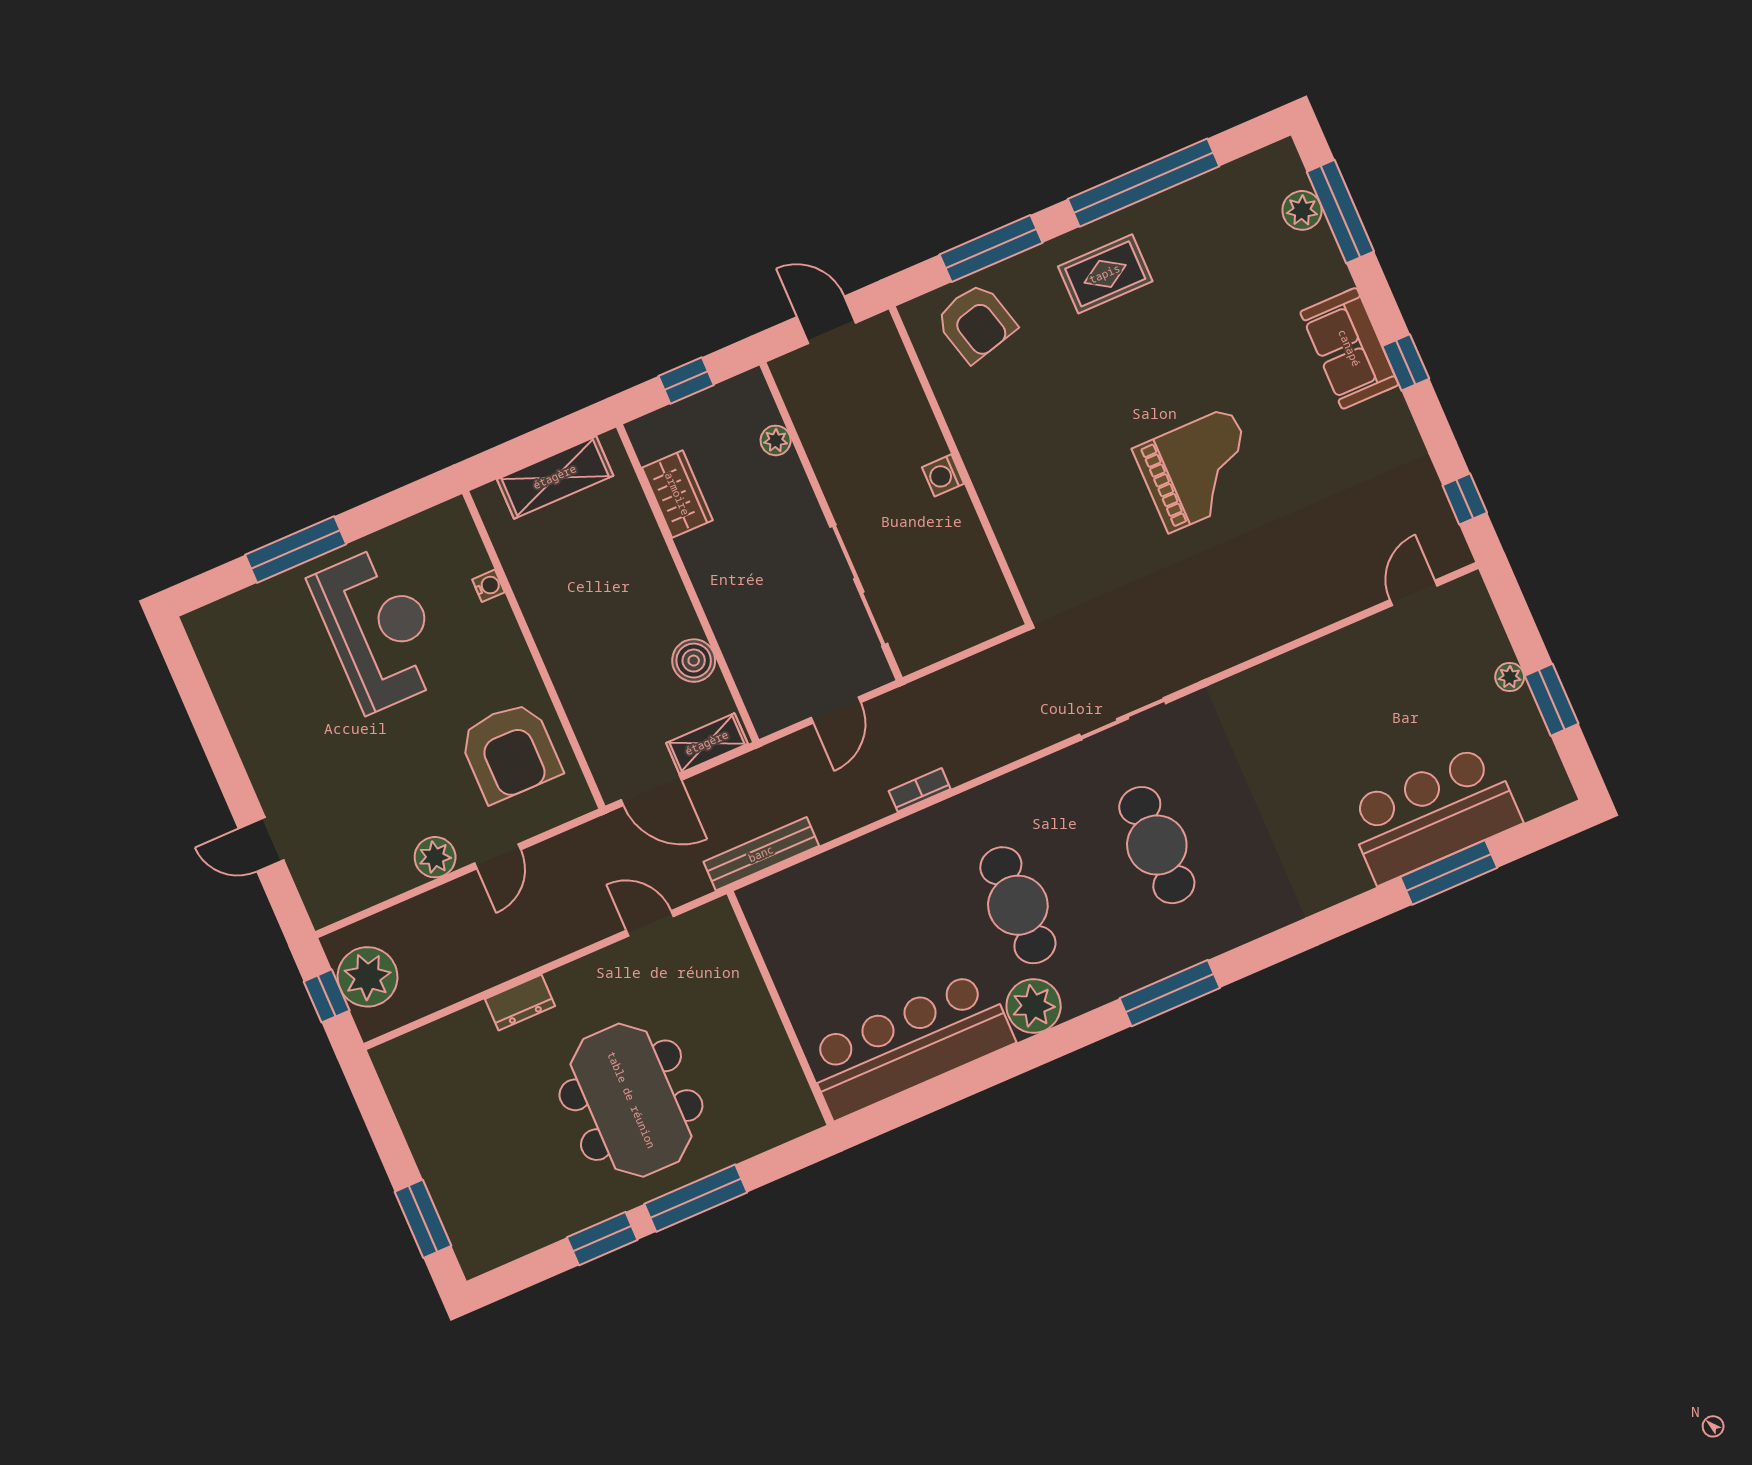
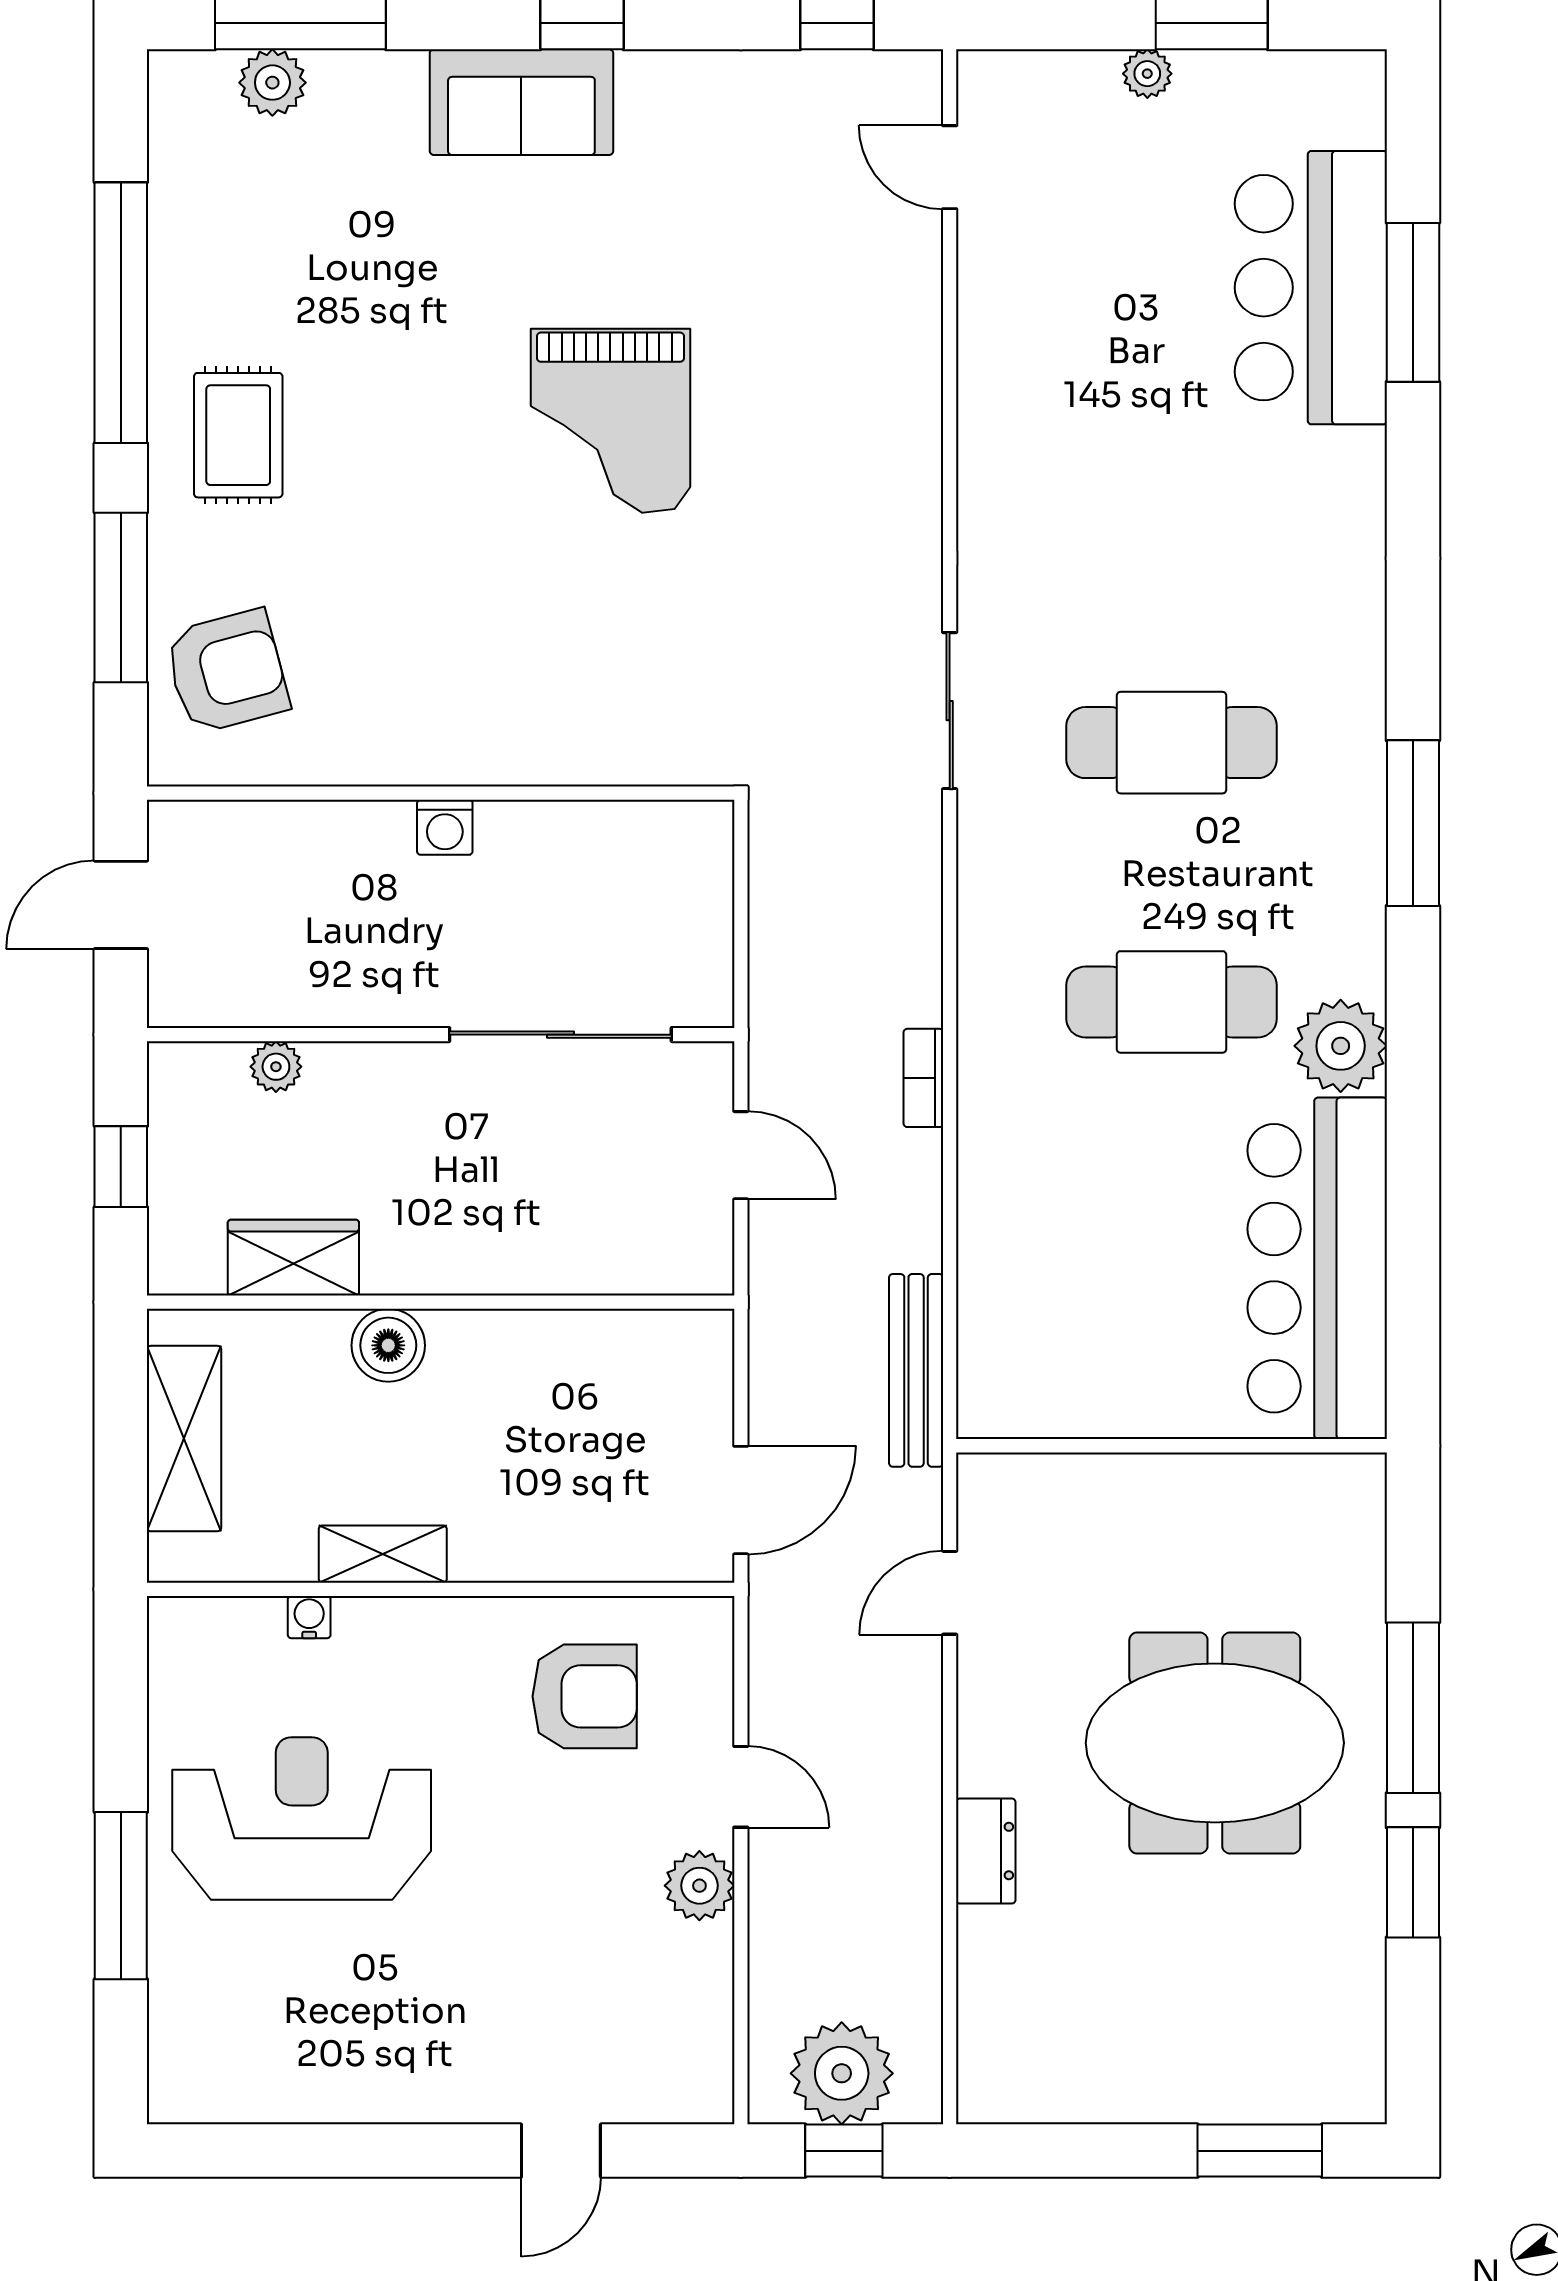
grand piano: (1199, 470) -> (610, 421), turned 180
boiler: (694, 661) -> (388, 1345), moved
shelving: (707, 743) -> (383, 1554), moved, turned 90
armchair: (510, 752) -> (585, 1696), width x0.73, depth x0.73

